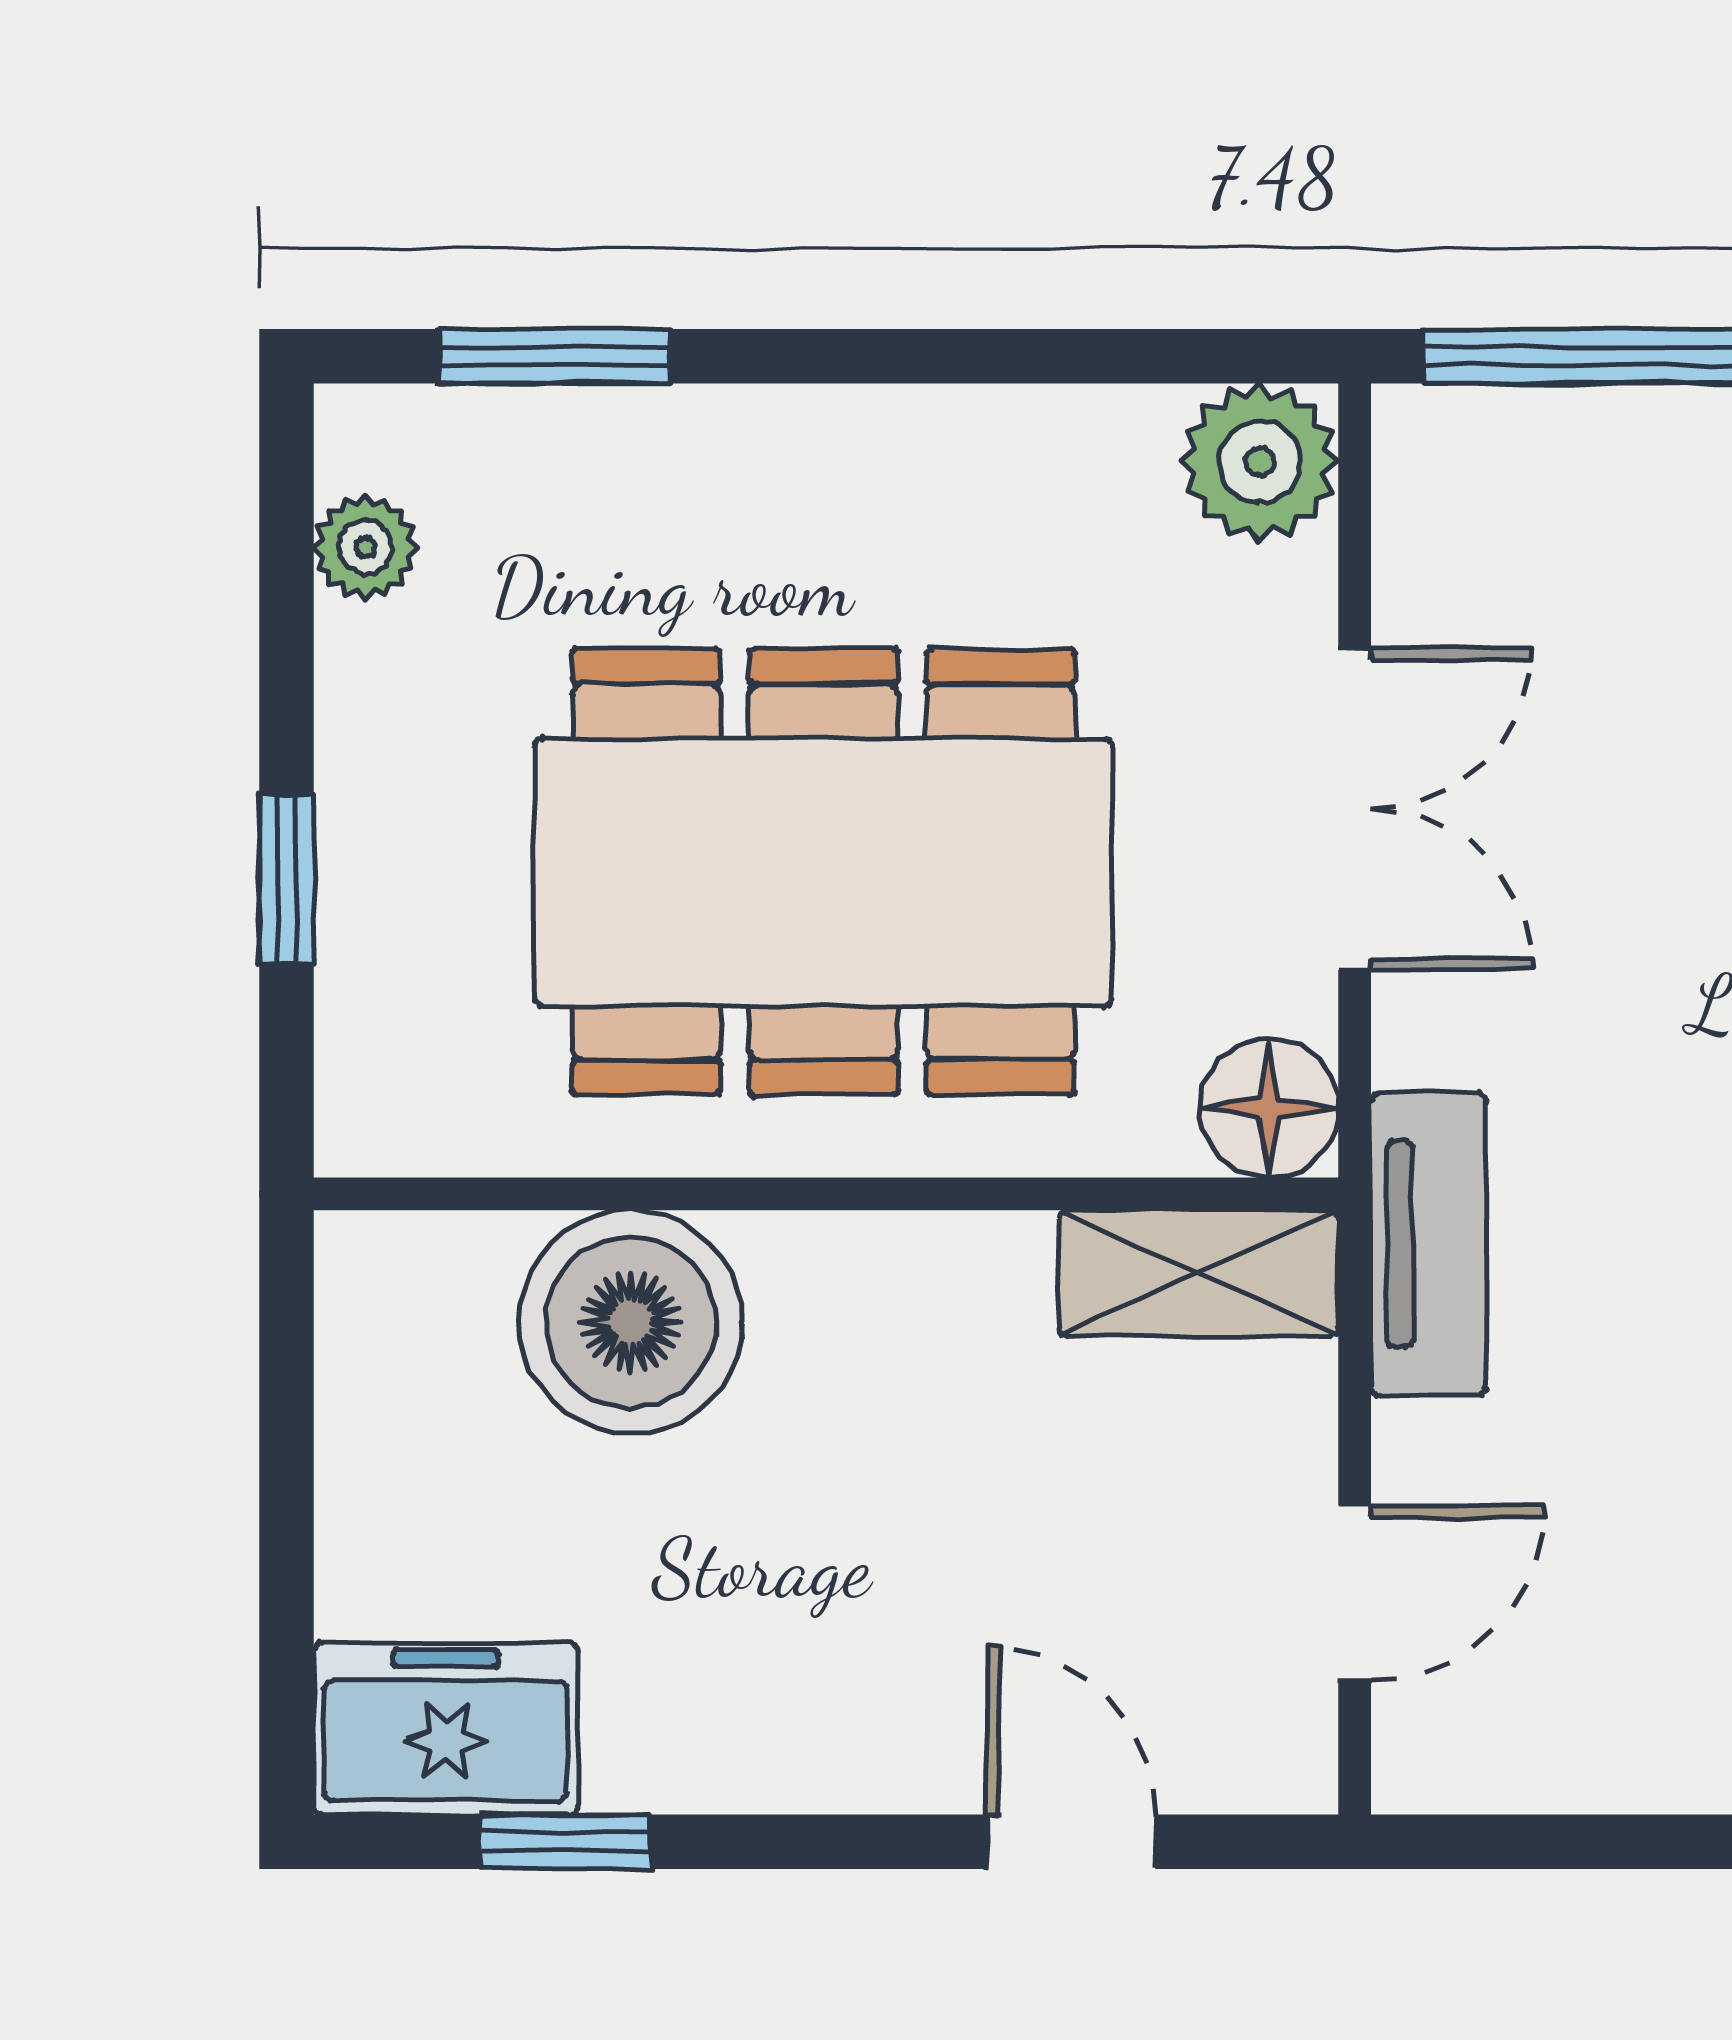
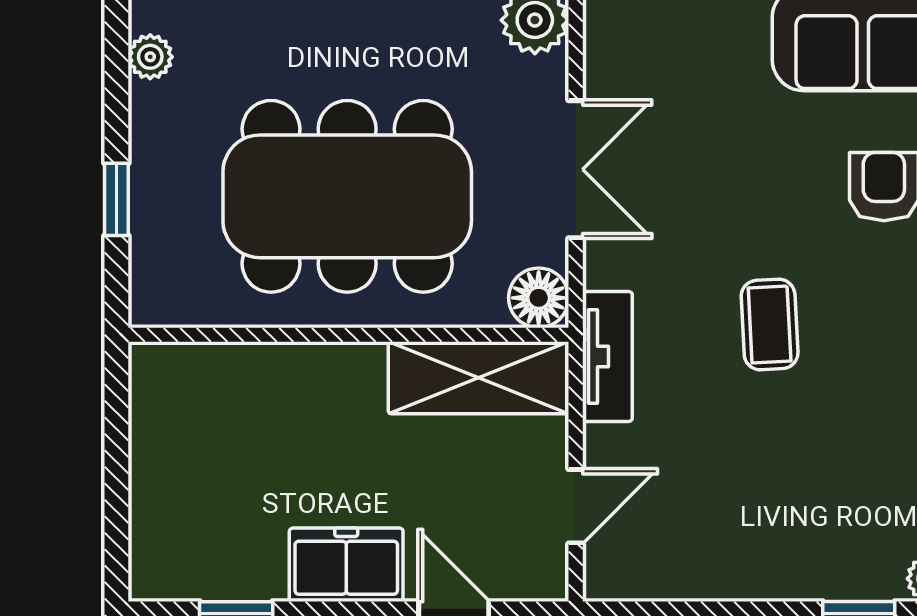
shelving: (1199, 1273) -> (478, 378), width x1.50, depth x1.33
boiler: (631, 1322) -> (264, 390), removed
freezer: (446, 1729) -> (346, 565), moved

